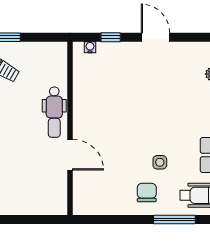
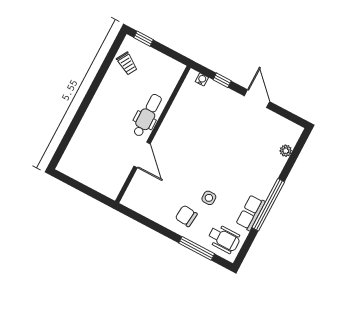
dental chair: (54, 112) -> (147, 115), turned 180
chair: (147, 192) -> (186, 216), turned -84

